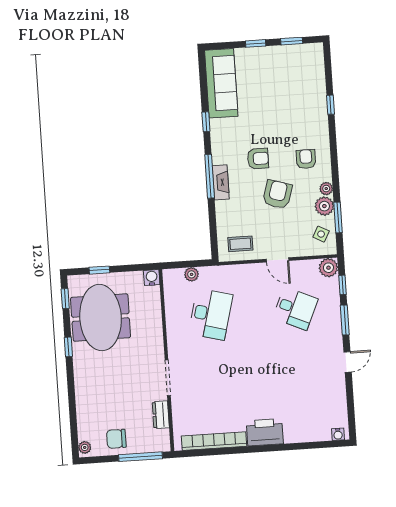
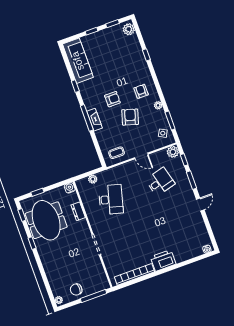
plant: (324, 206) -> (129, 29), moved
desk: (295, 308) -> (160, 182), turned -39
dresser: (161, 415) -> (78, 211), moved

